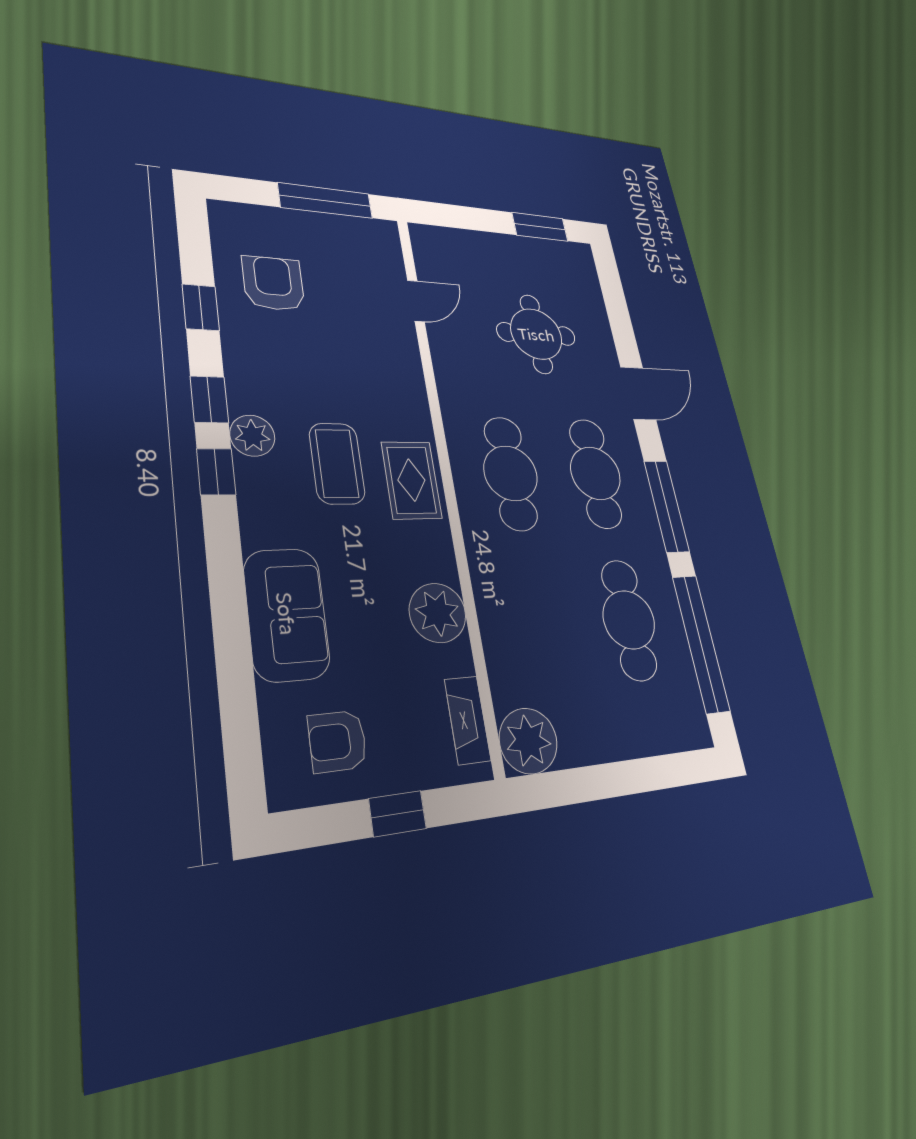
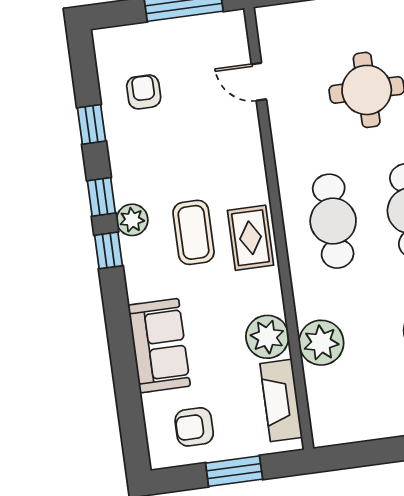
armchair: (273, 283) -> (144, 92), width x0.72, depth x0.72
door: (416, 301) -> (259, 82), swing flipped
fireplace: (468, 720) -> (281, 400), width x1.37, depth x1.32
plant: (528, 741) -> (321, 343), moved
window: (397, 814) -> (234, 471), width x1.50

